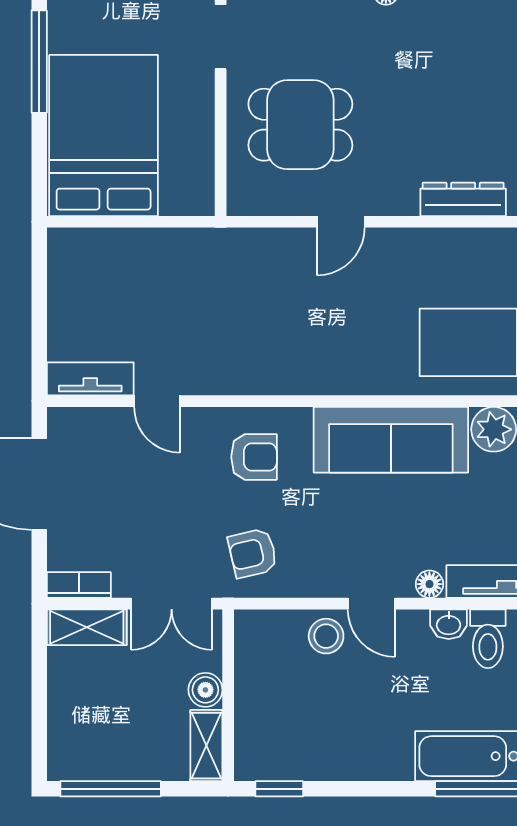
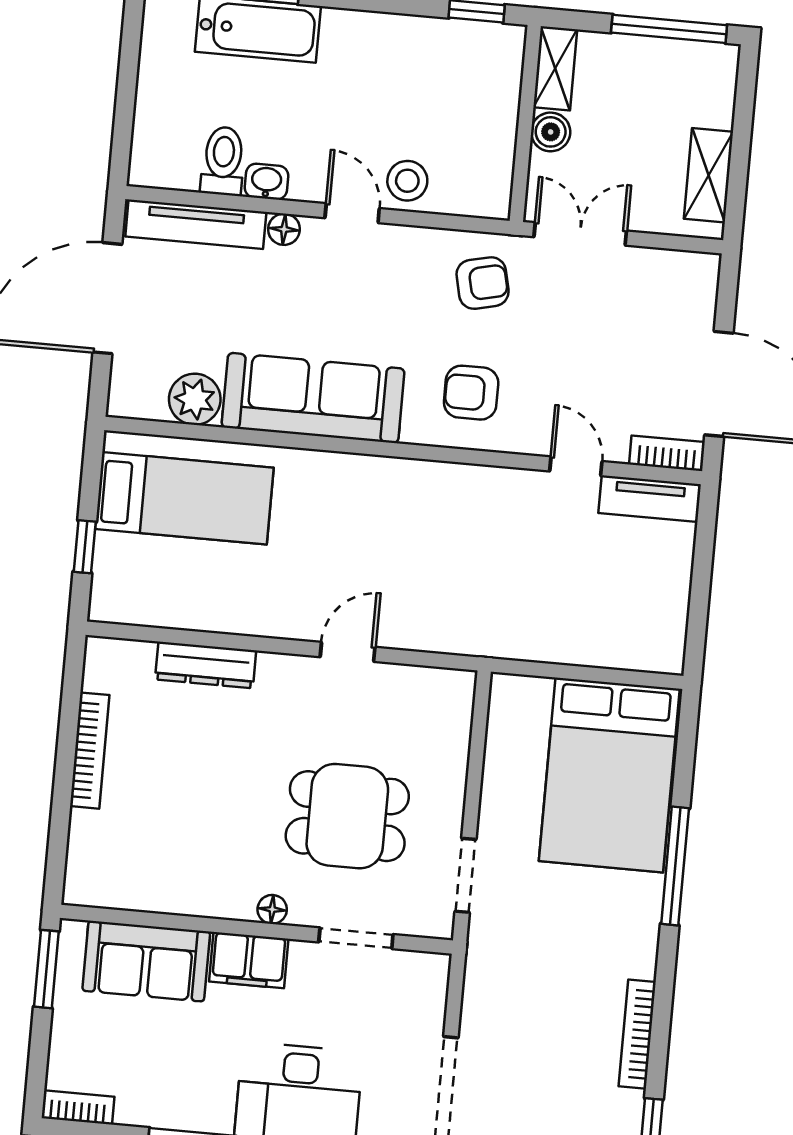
dining table: (300, 125) -> (347, 816), moved
bookcase: (79, 585) -> (667, 453), moved, turned 180
shelving: (87, 627) -> (709, 175), moved, turned 90

